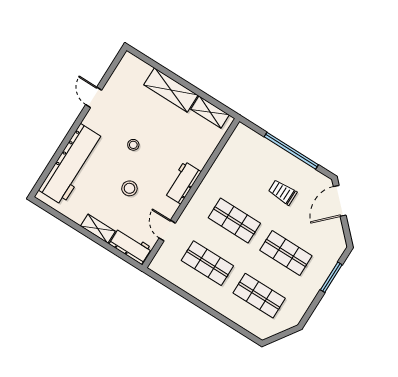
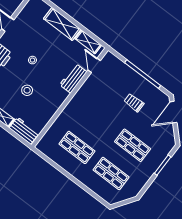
workbench: (183, 183) -> (73, 78), moved
shop shelf: (234, 220) -> (98, 119), removed
door: (167, 231) -> (94, 65), moved

